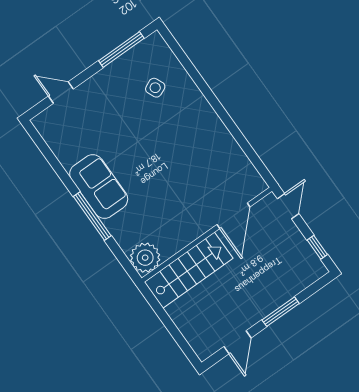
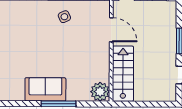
side table: (155, 88) -> (64, 17), moved

